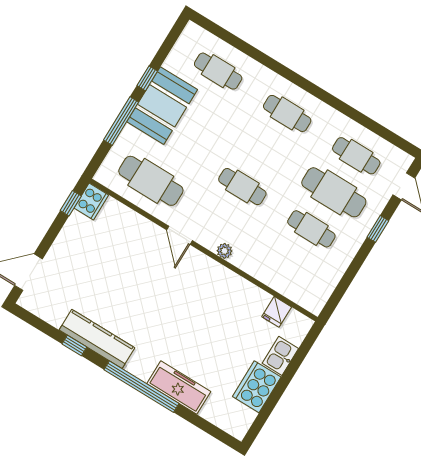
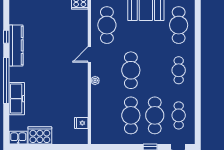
cafe table: (218, 71) -> (179, 25), width x1.37, depth x1.35
cafe table: (242, 187) -> (131, 70), width x1.37, depth x1.35
cafe table: (311, 229) -> (131, 115), width x1.37, depth x1.35
kitchen sink: (280, 356) -> (18, 138), moved

